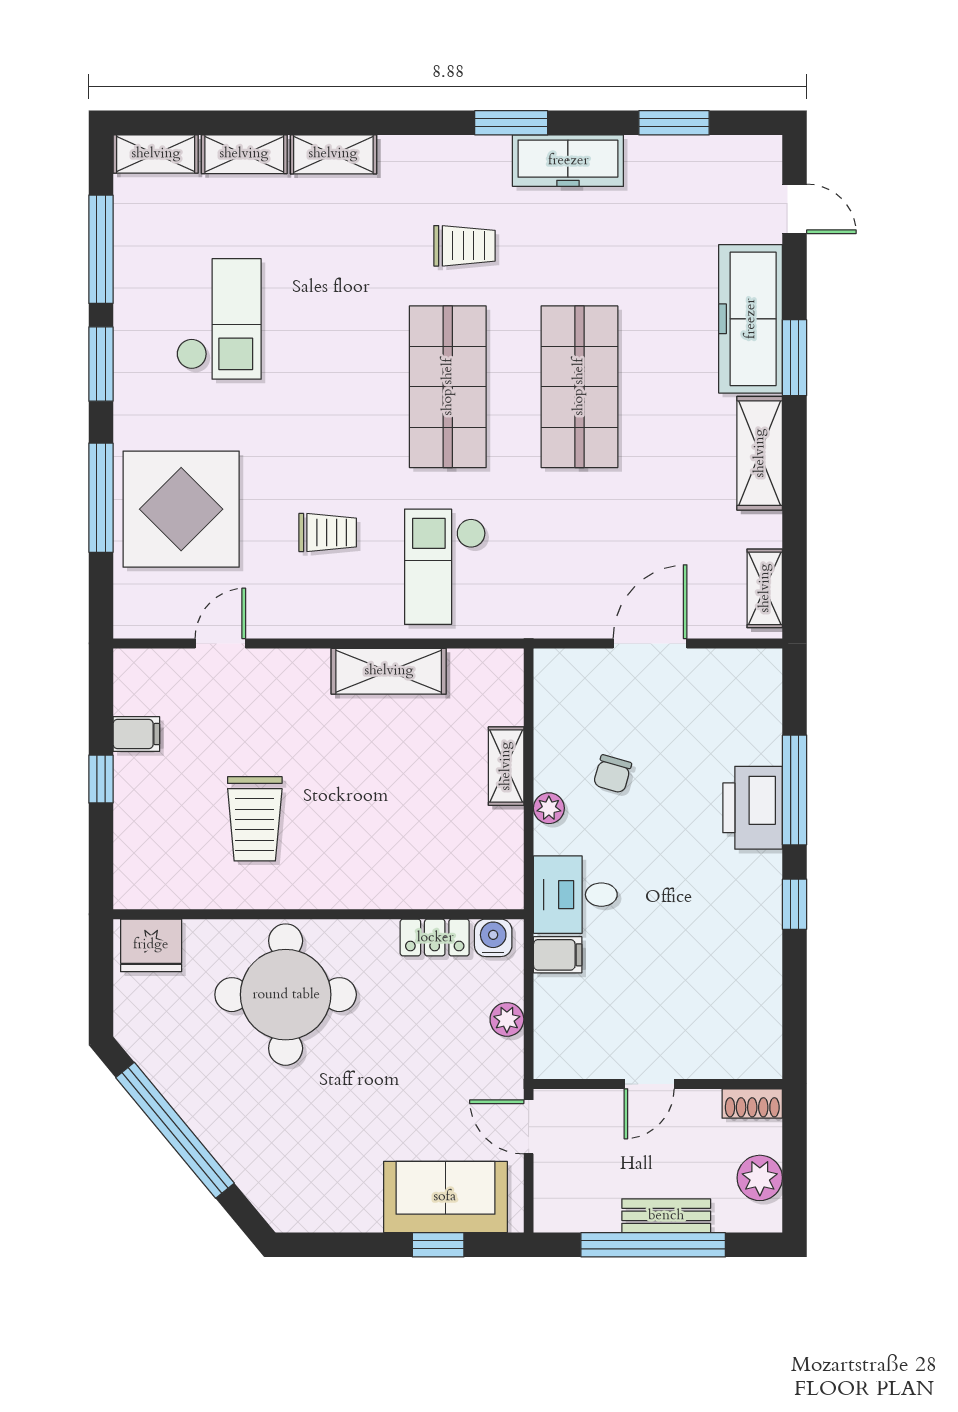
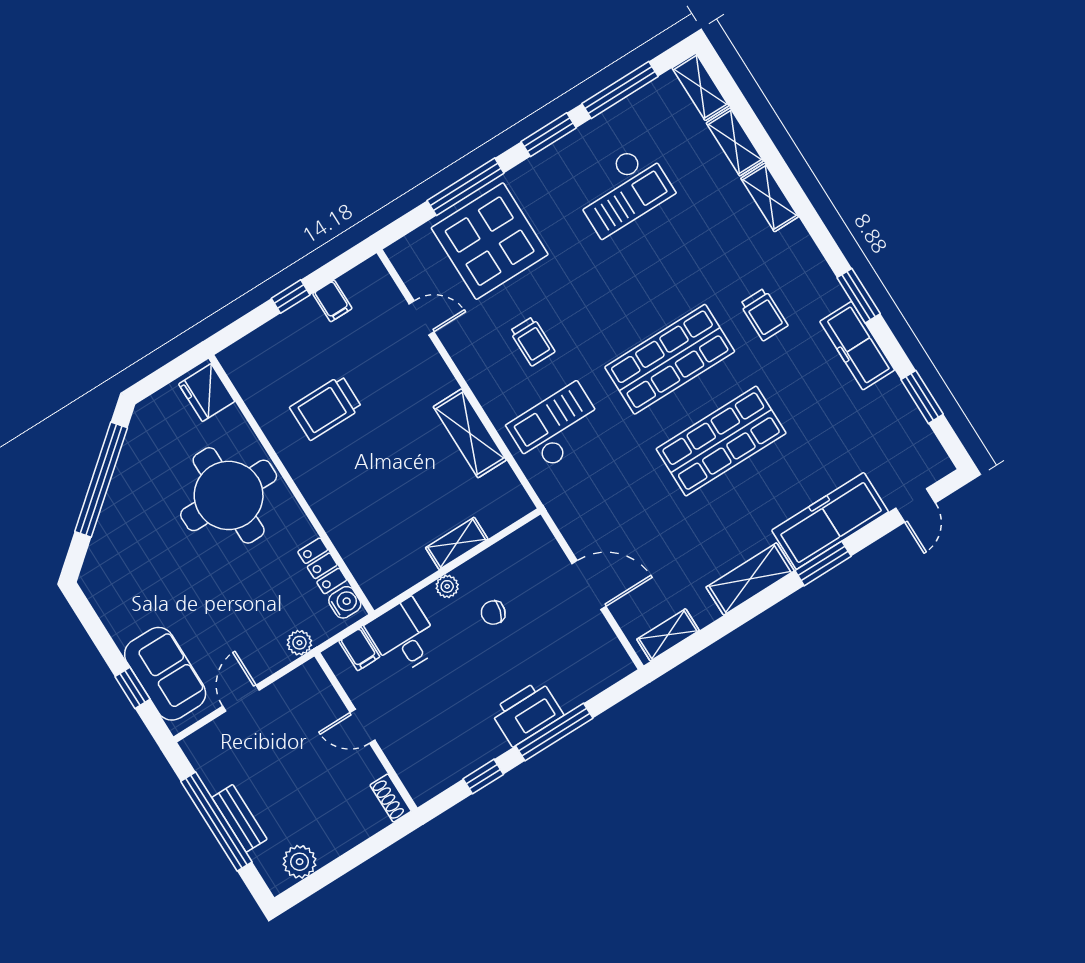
door: (649, 1084) -> (362, 726), moved
wall: (658, 1084) -> (366, 732), moved
shoe rack: (752, 1103) -> (391, 798), moved

